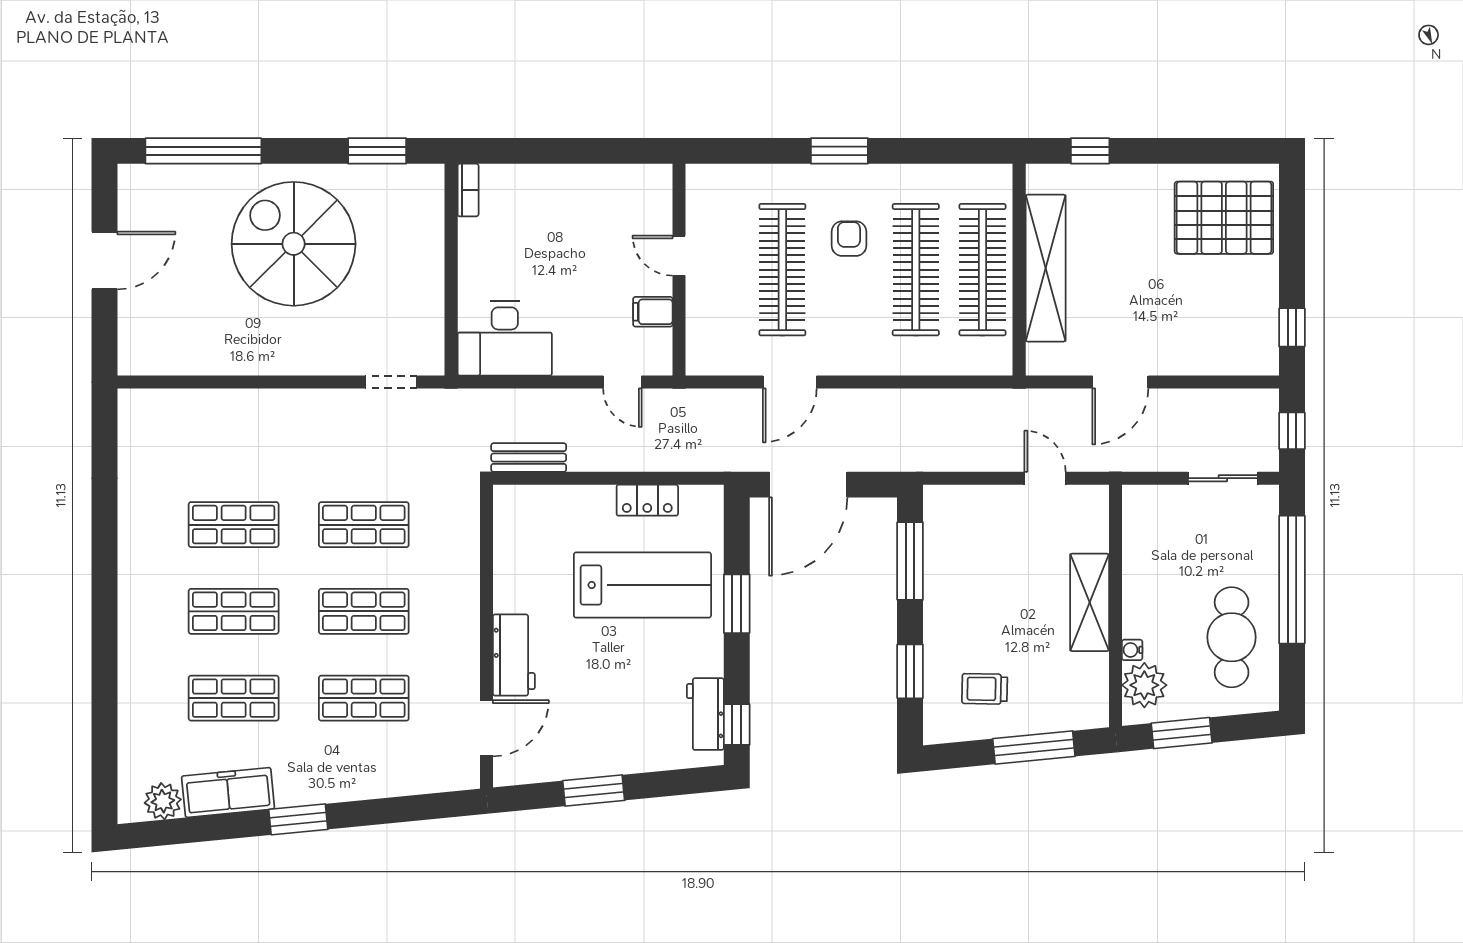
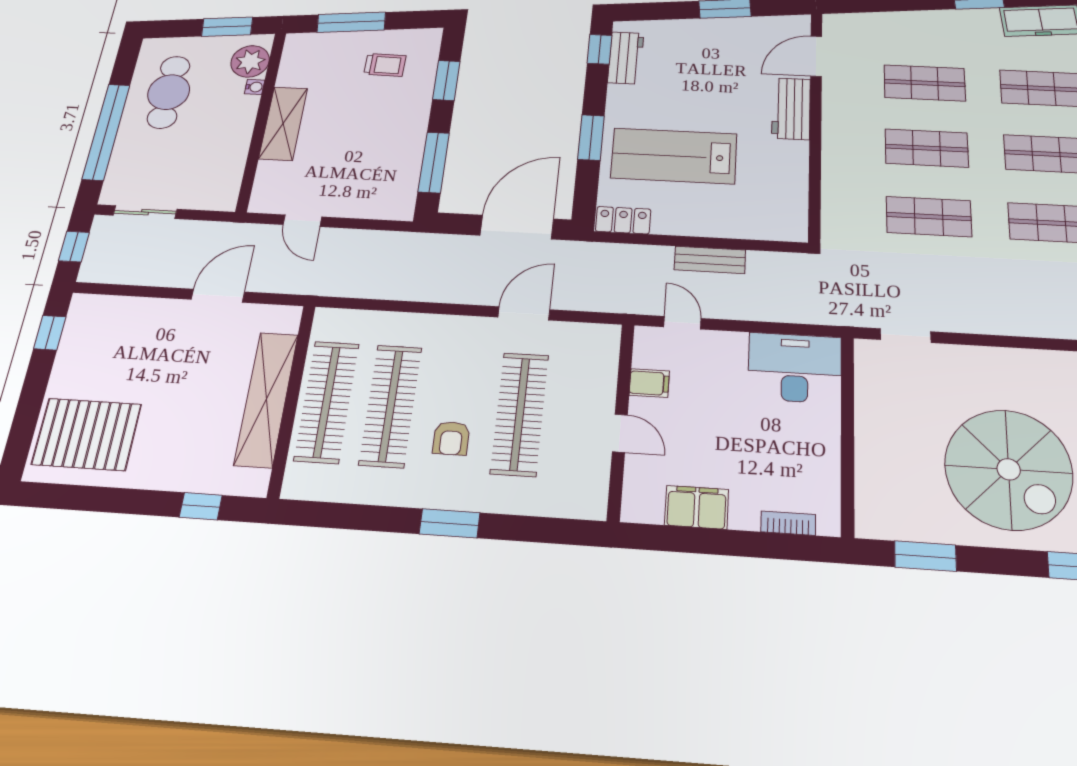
filing cabinet: (598, 184) -> (697, 507), added
bookcase: (468, 190) -> (788, 523), moved, turned 90
bench: (529, 458) -> (710, 260), moved
locker: (647, 500) -> (623, 220), moved

